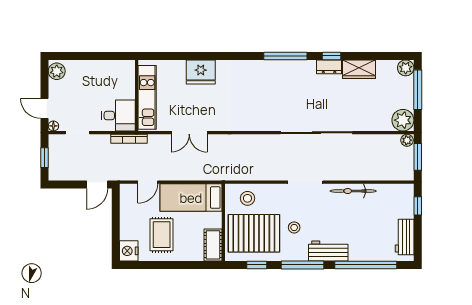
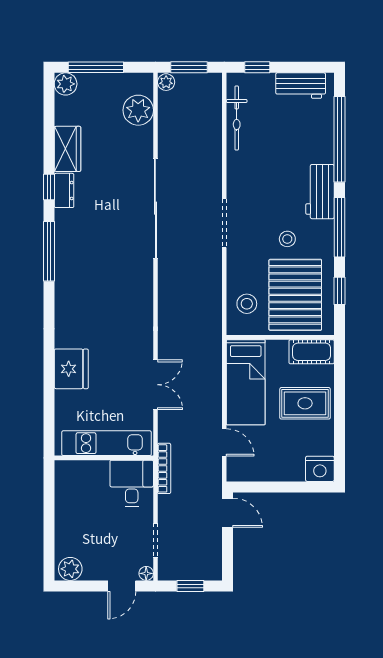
plant: (403, 120) -> (138, 110), moved
bicycle: (353, 191) -> (237, 118), moved
rug: (162, 235) -> (305, 403), moved

